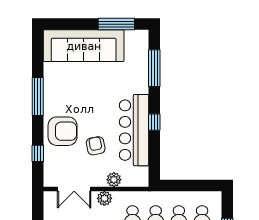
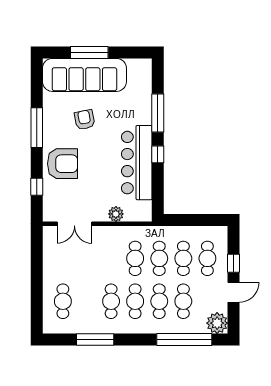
window: (116, 24) -> (89, 52), moved
window: (154, 68) -> (158, 113), moved
armchair: (96, 146) -> (85, 120), moved
plant: (104, 198) -> (106, 234), removed

